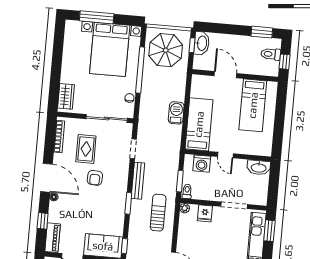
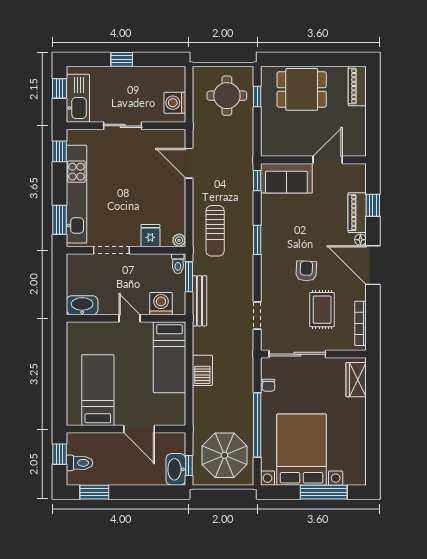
bench: (138, 181) -> (199, 301), moved
piano: (53, 238) -> (357, 213), moved

